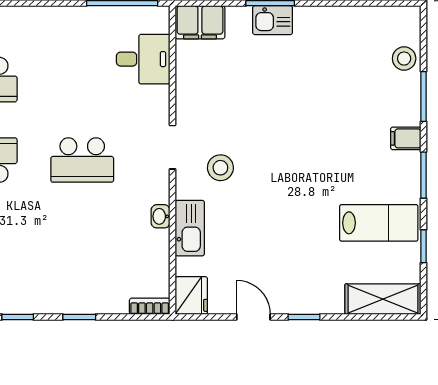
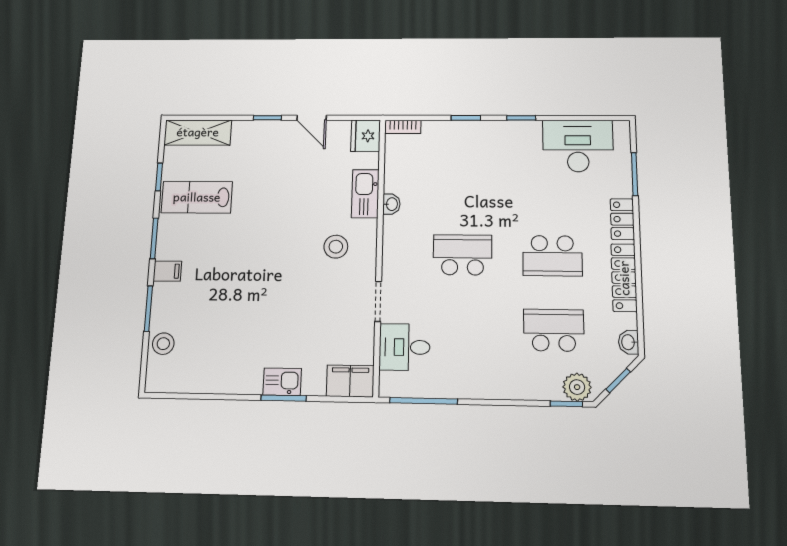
doorway: (173, 147) -> (378, 301), moved

